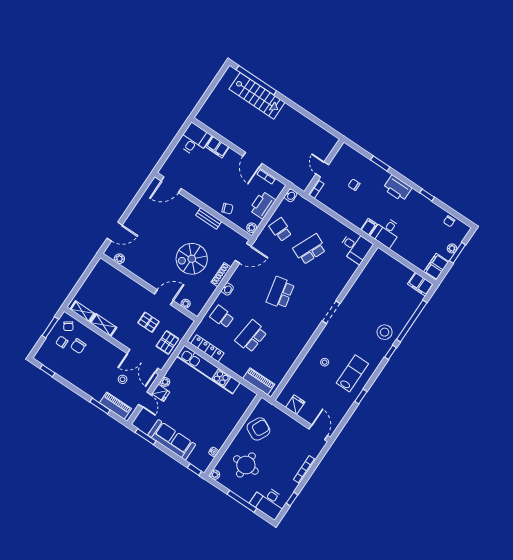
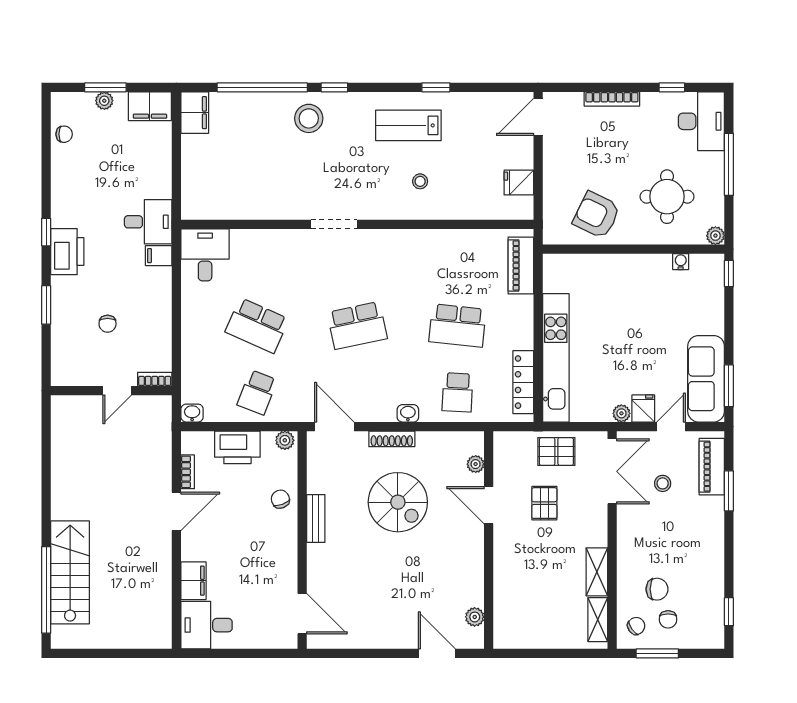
window: (427, 195) -> (46, 232), moved
sofa: (172, 440) -> (706, 379), moved

